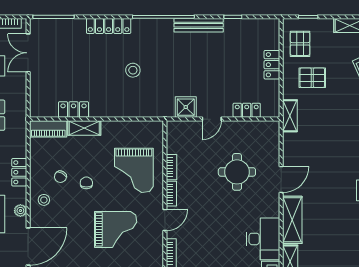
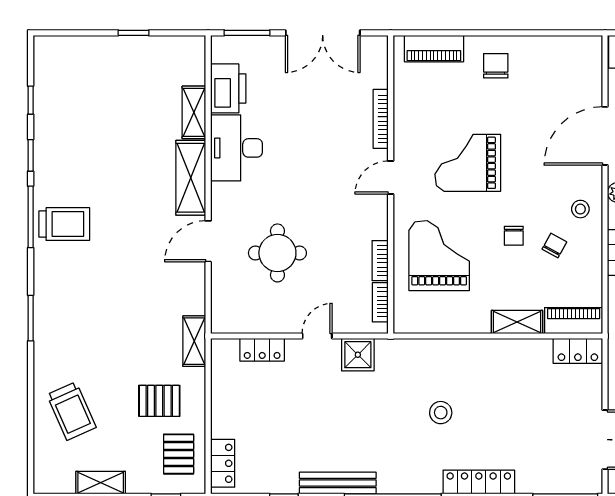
locker: (272, 65) -> (223, 463), moved
locker: (73, 109) -> (578, 351), moved
bookcase: (171, 194) -> (380, 302), moved

